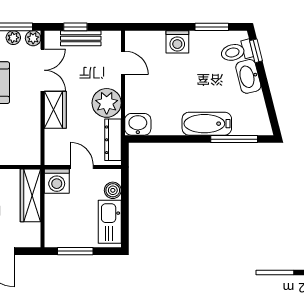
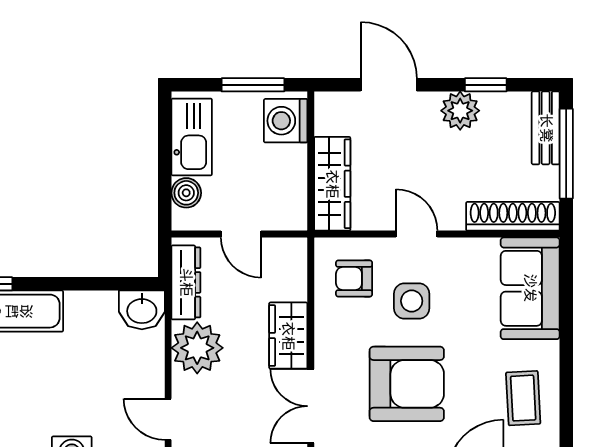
armchair: (18, 142) -> (354, 278), added
washing machine: (57, 181) -> (286, 121), moved, turned -90

